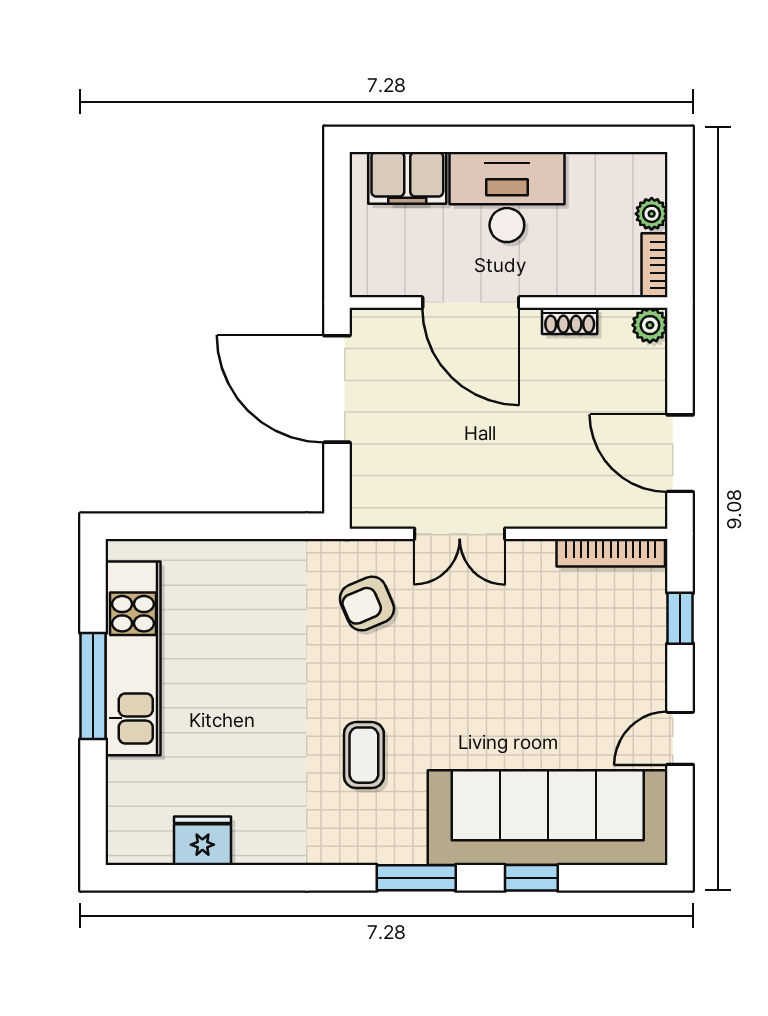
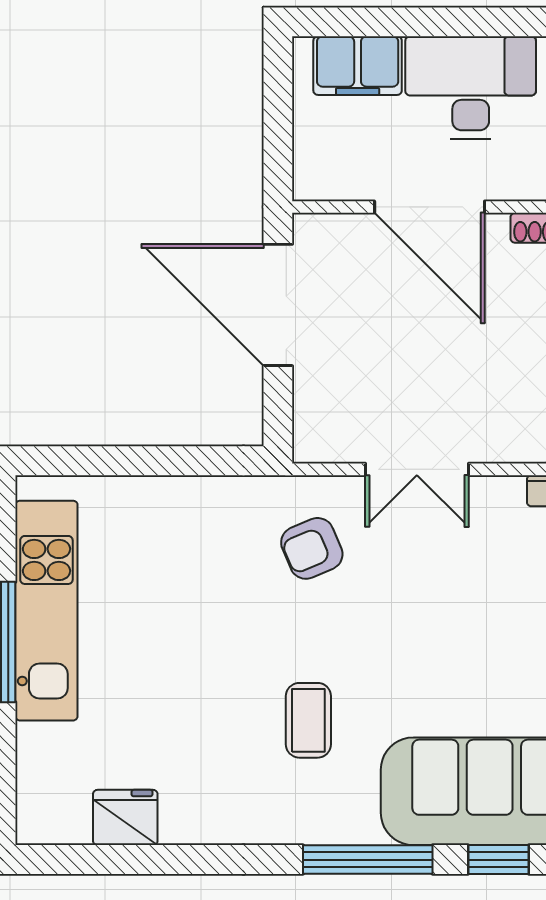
window: (416, 878) -> (368, 860), width x1.44

